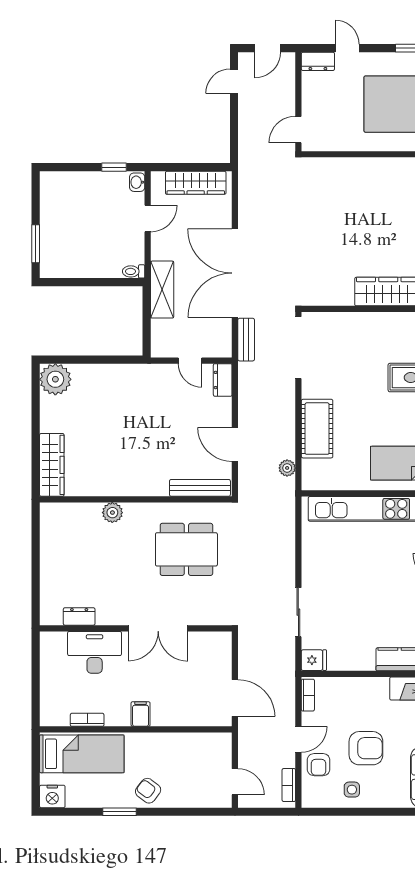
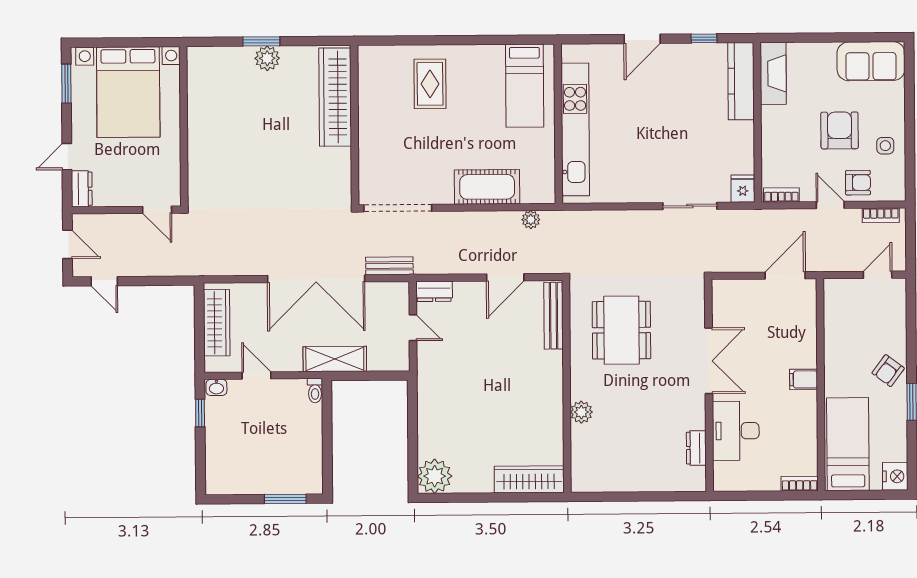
door: (190, 361) -> (413, 328), hinge flipped
bookcase: (87, 720) -> (800, 484), moved, turned 90

